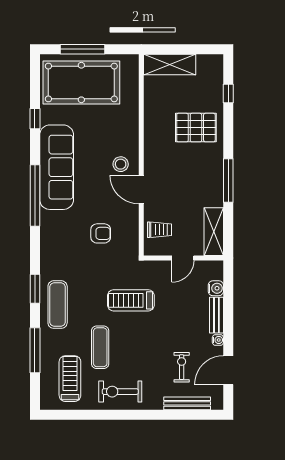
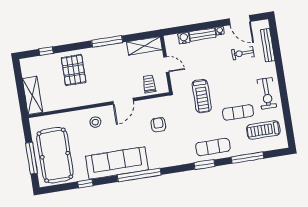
stool: (121, 164) -> (95, 122), moved

